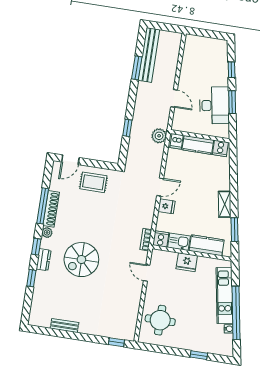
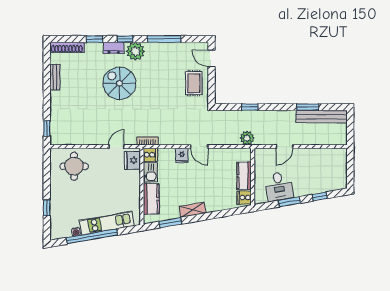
desk: (214, 105) -> (279, 186), width x0.73
dishwasher: (177, 141) -> (244, 155), removed
shoe rack: (51, 209) -> (67, 47), moved
plant: (47, 233) -> (135, 51), width x1.87, depth x1.87
fridge: (187, 262) -> (132, 160), moved

